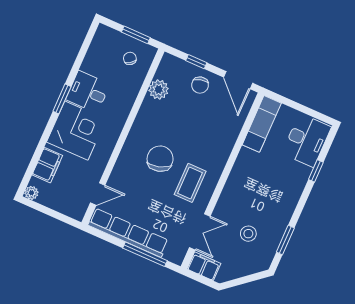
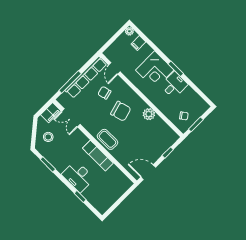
chair: (200, 85) -> (104, 93), moved
plant: (159, 90) -> (149, 114), moved
exam couch: (262, 124) -> (98, 156), moved
desk: (307, 140) -> (78, 176), moved
filing cabinet: (47, 165) -> (138, 43), width x0.50
coffee table: (190, 183) -> (107, 139), moved
stool: (248, 234) -> (48, 137), moved

